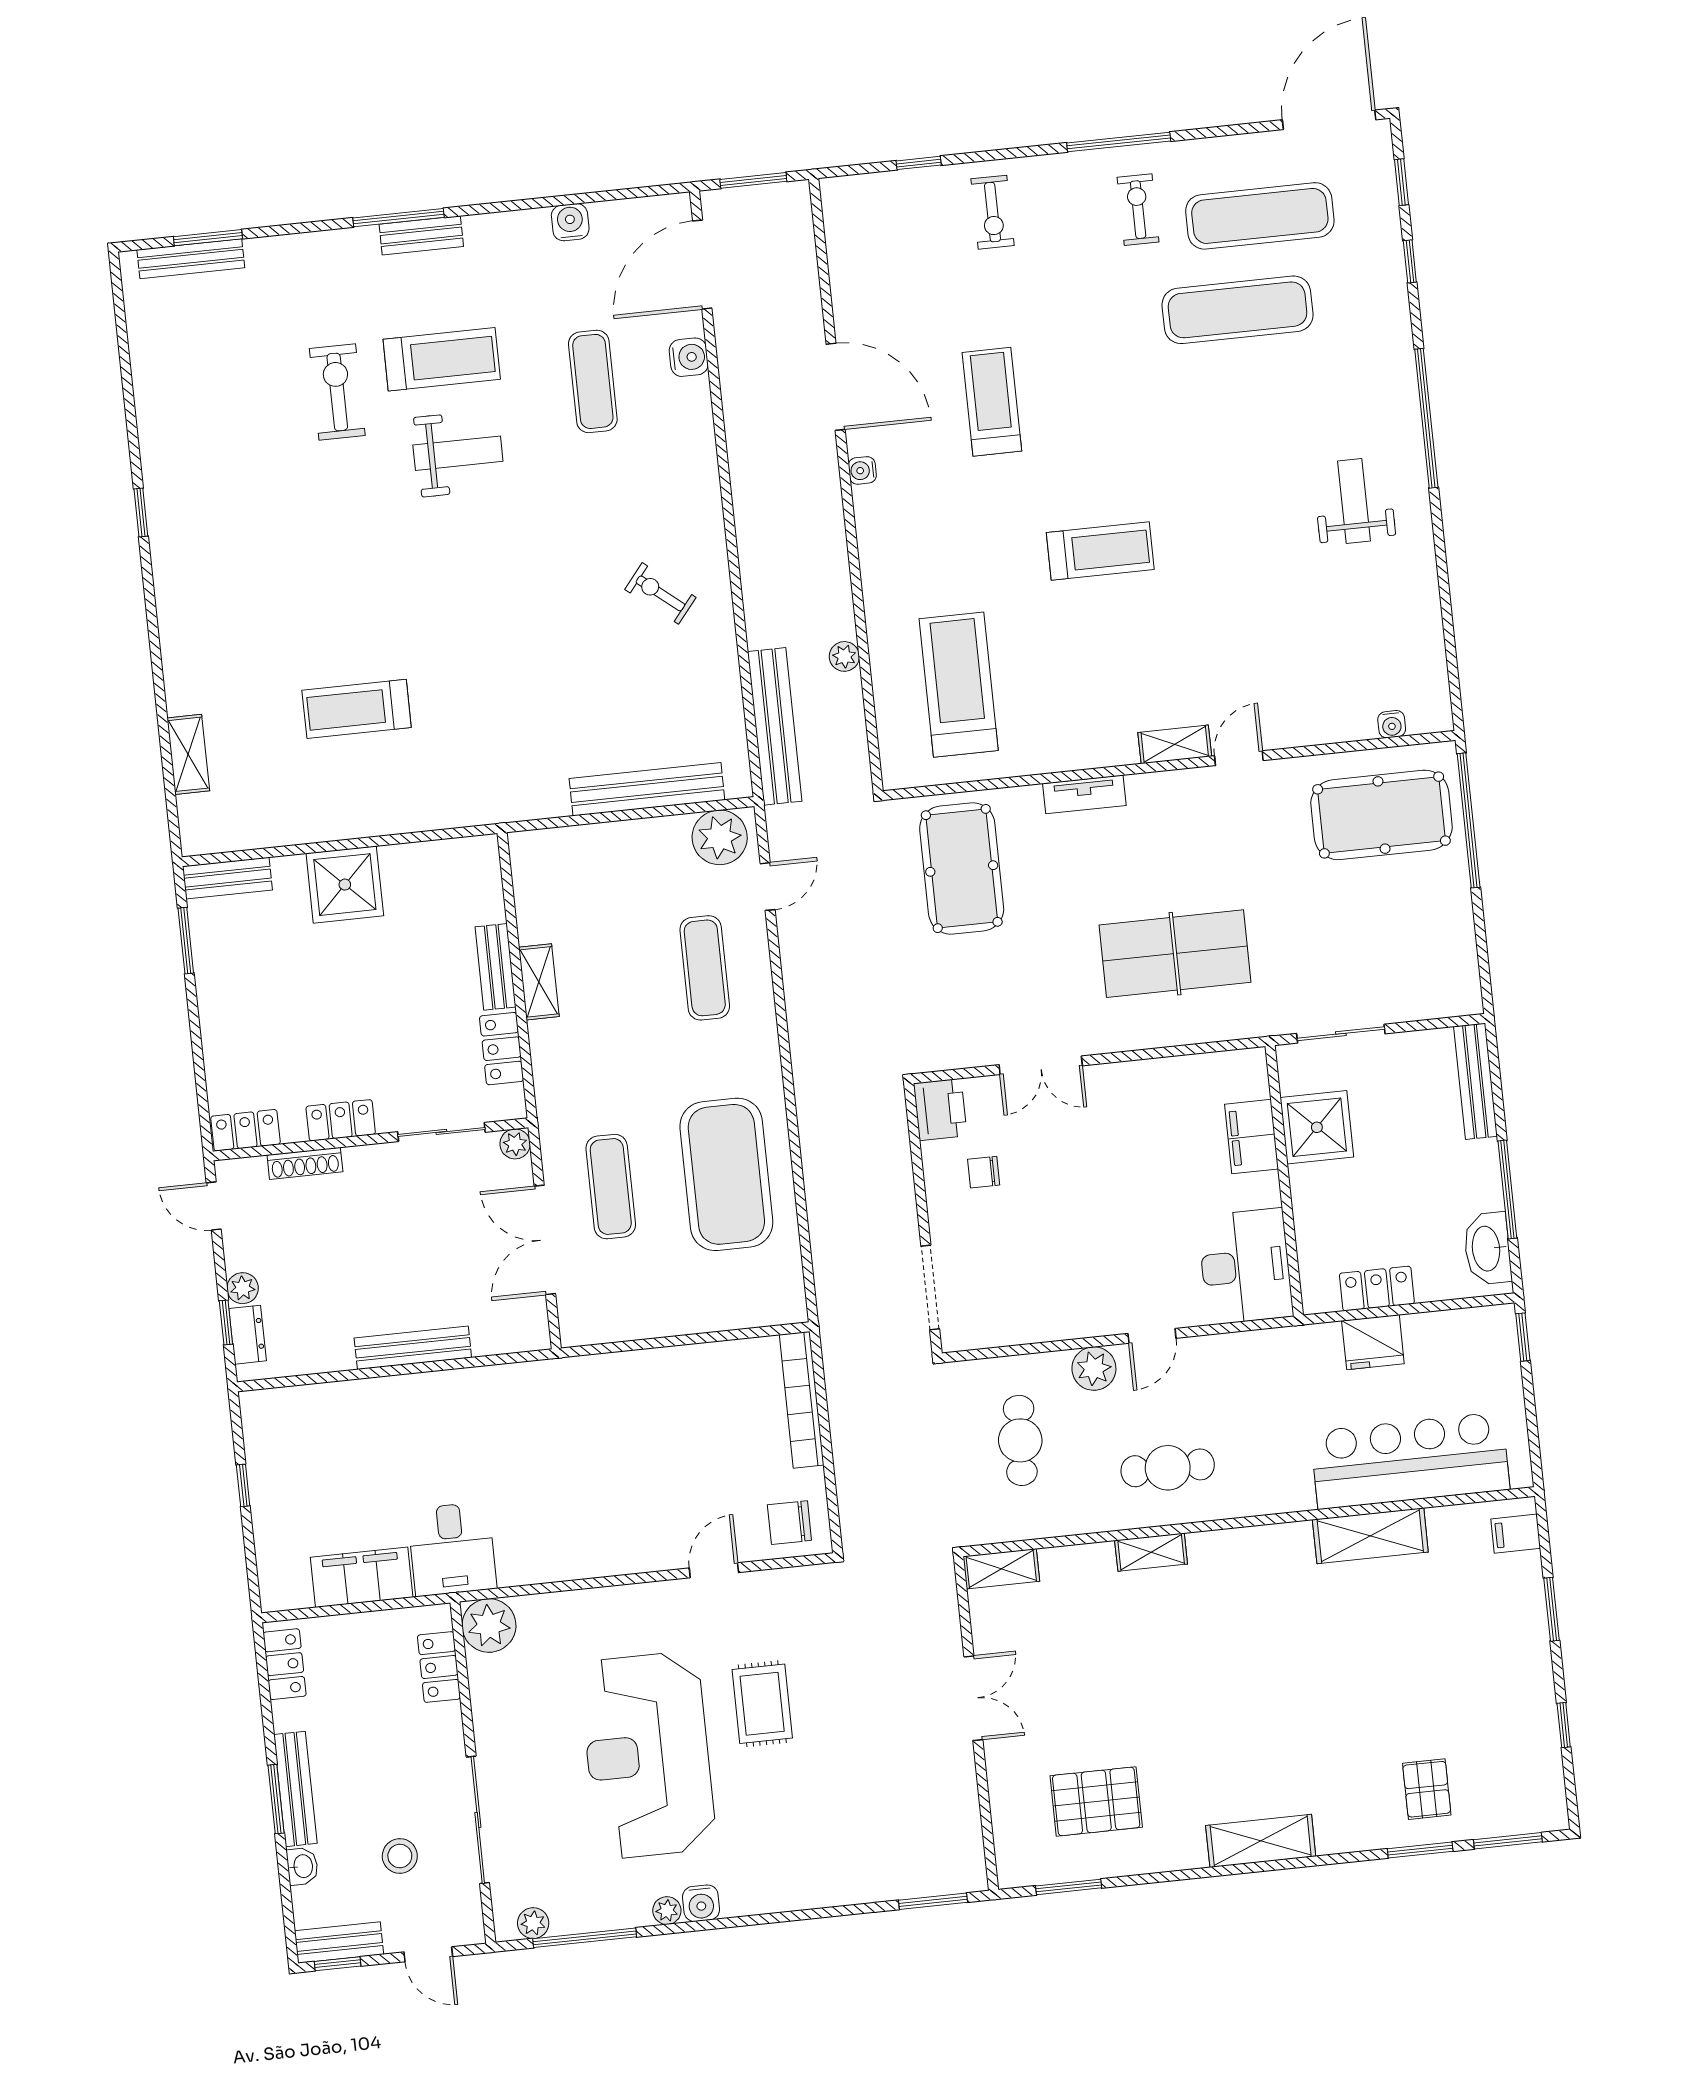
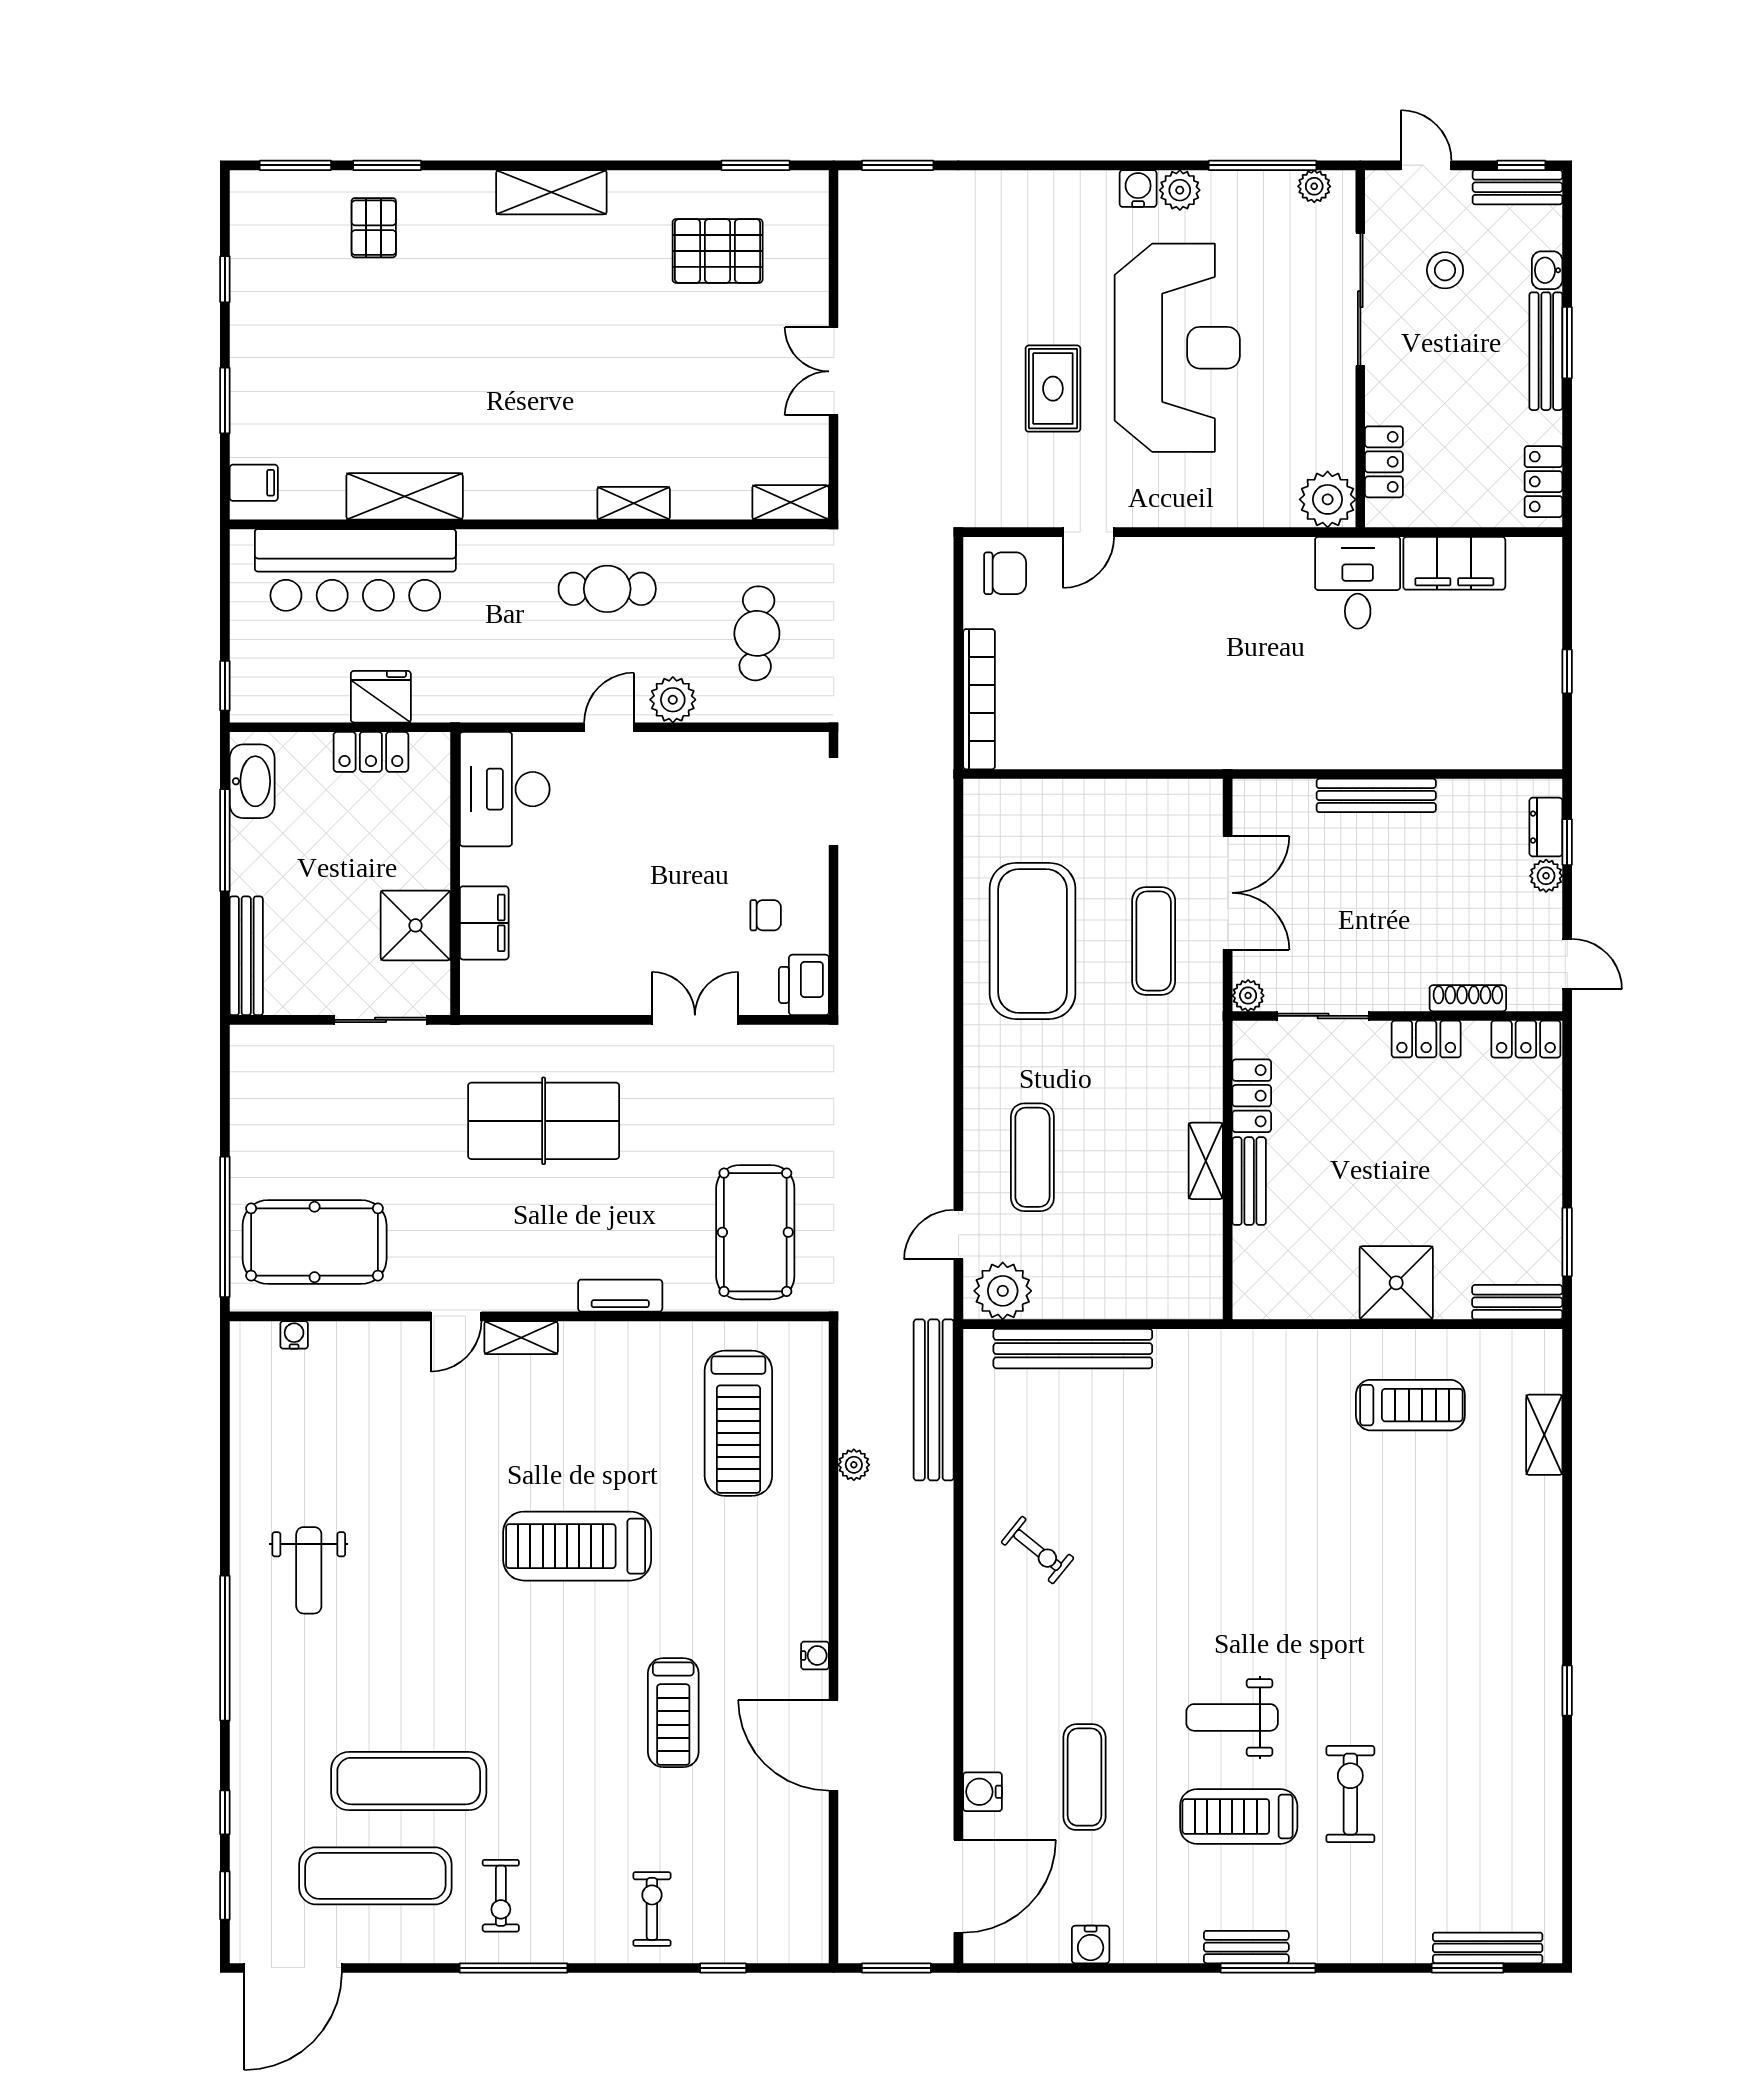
exercise bike: (337, 392) -> (1350, 1794), turned 180
treadmill: (1100, 551) -> (577, 1546), width x1.37, depth x1.38
treadmill: (357, 709) -> (1410, 1405), moved
plant: (667, 1911) -> (1180, 190), width x1.38, depth x1.38

